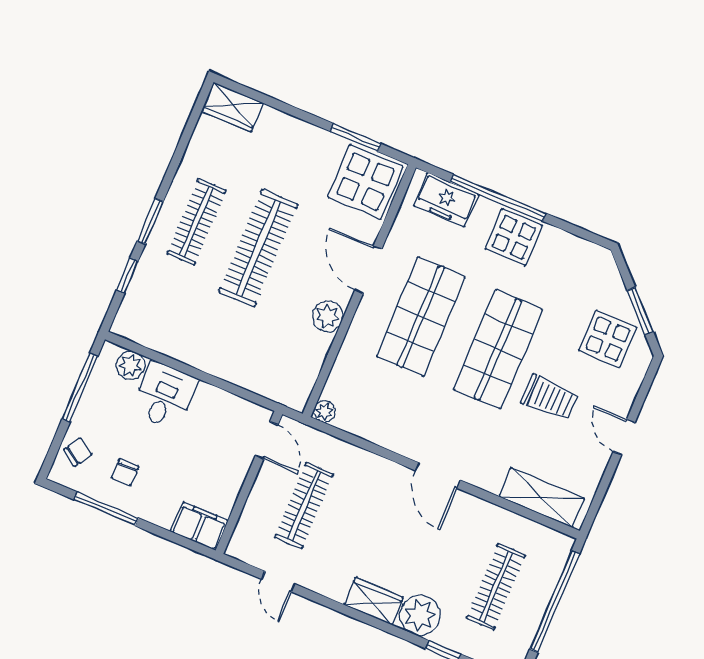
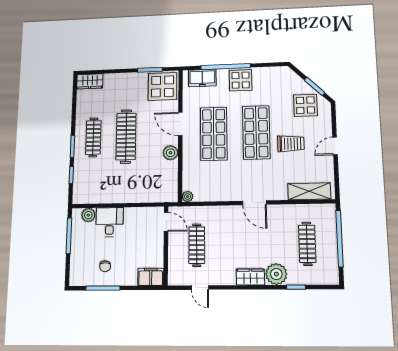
door: (624, 437) -> (335, 146), hinge flipped
chair: (78, 452) -> (79, 267), removed

